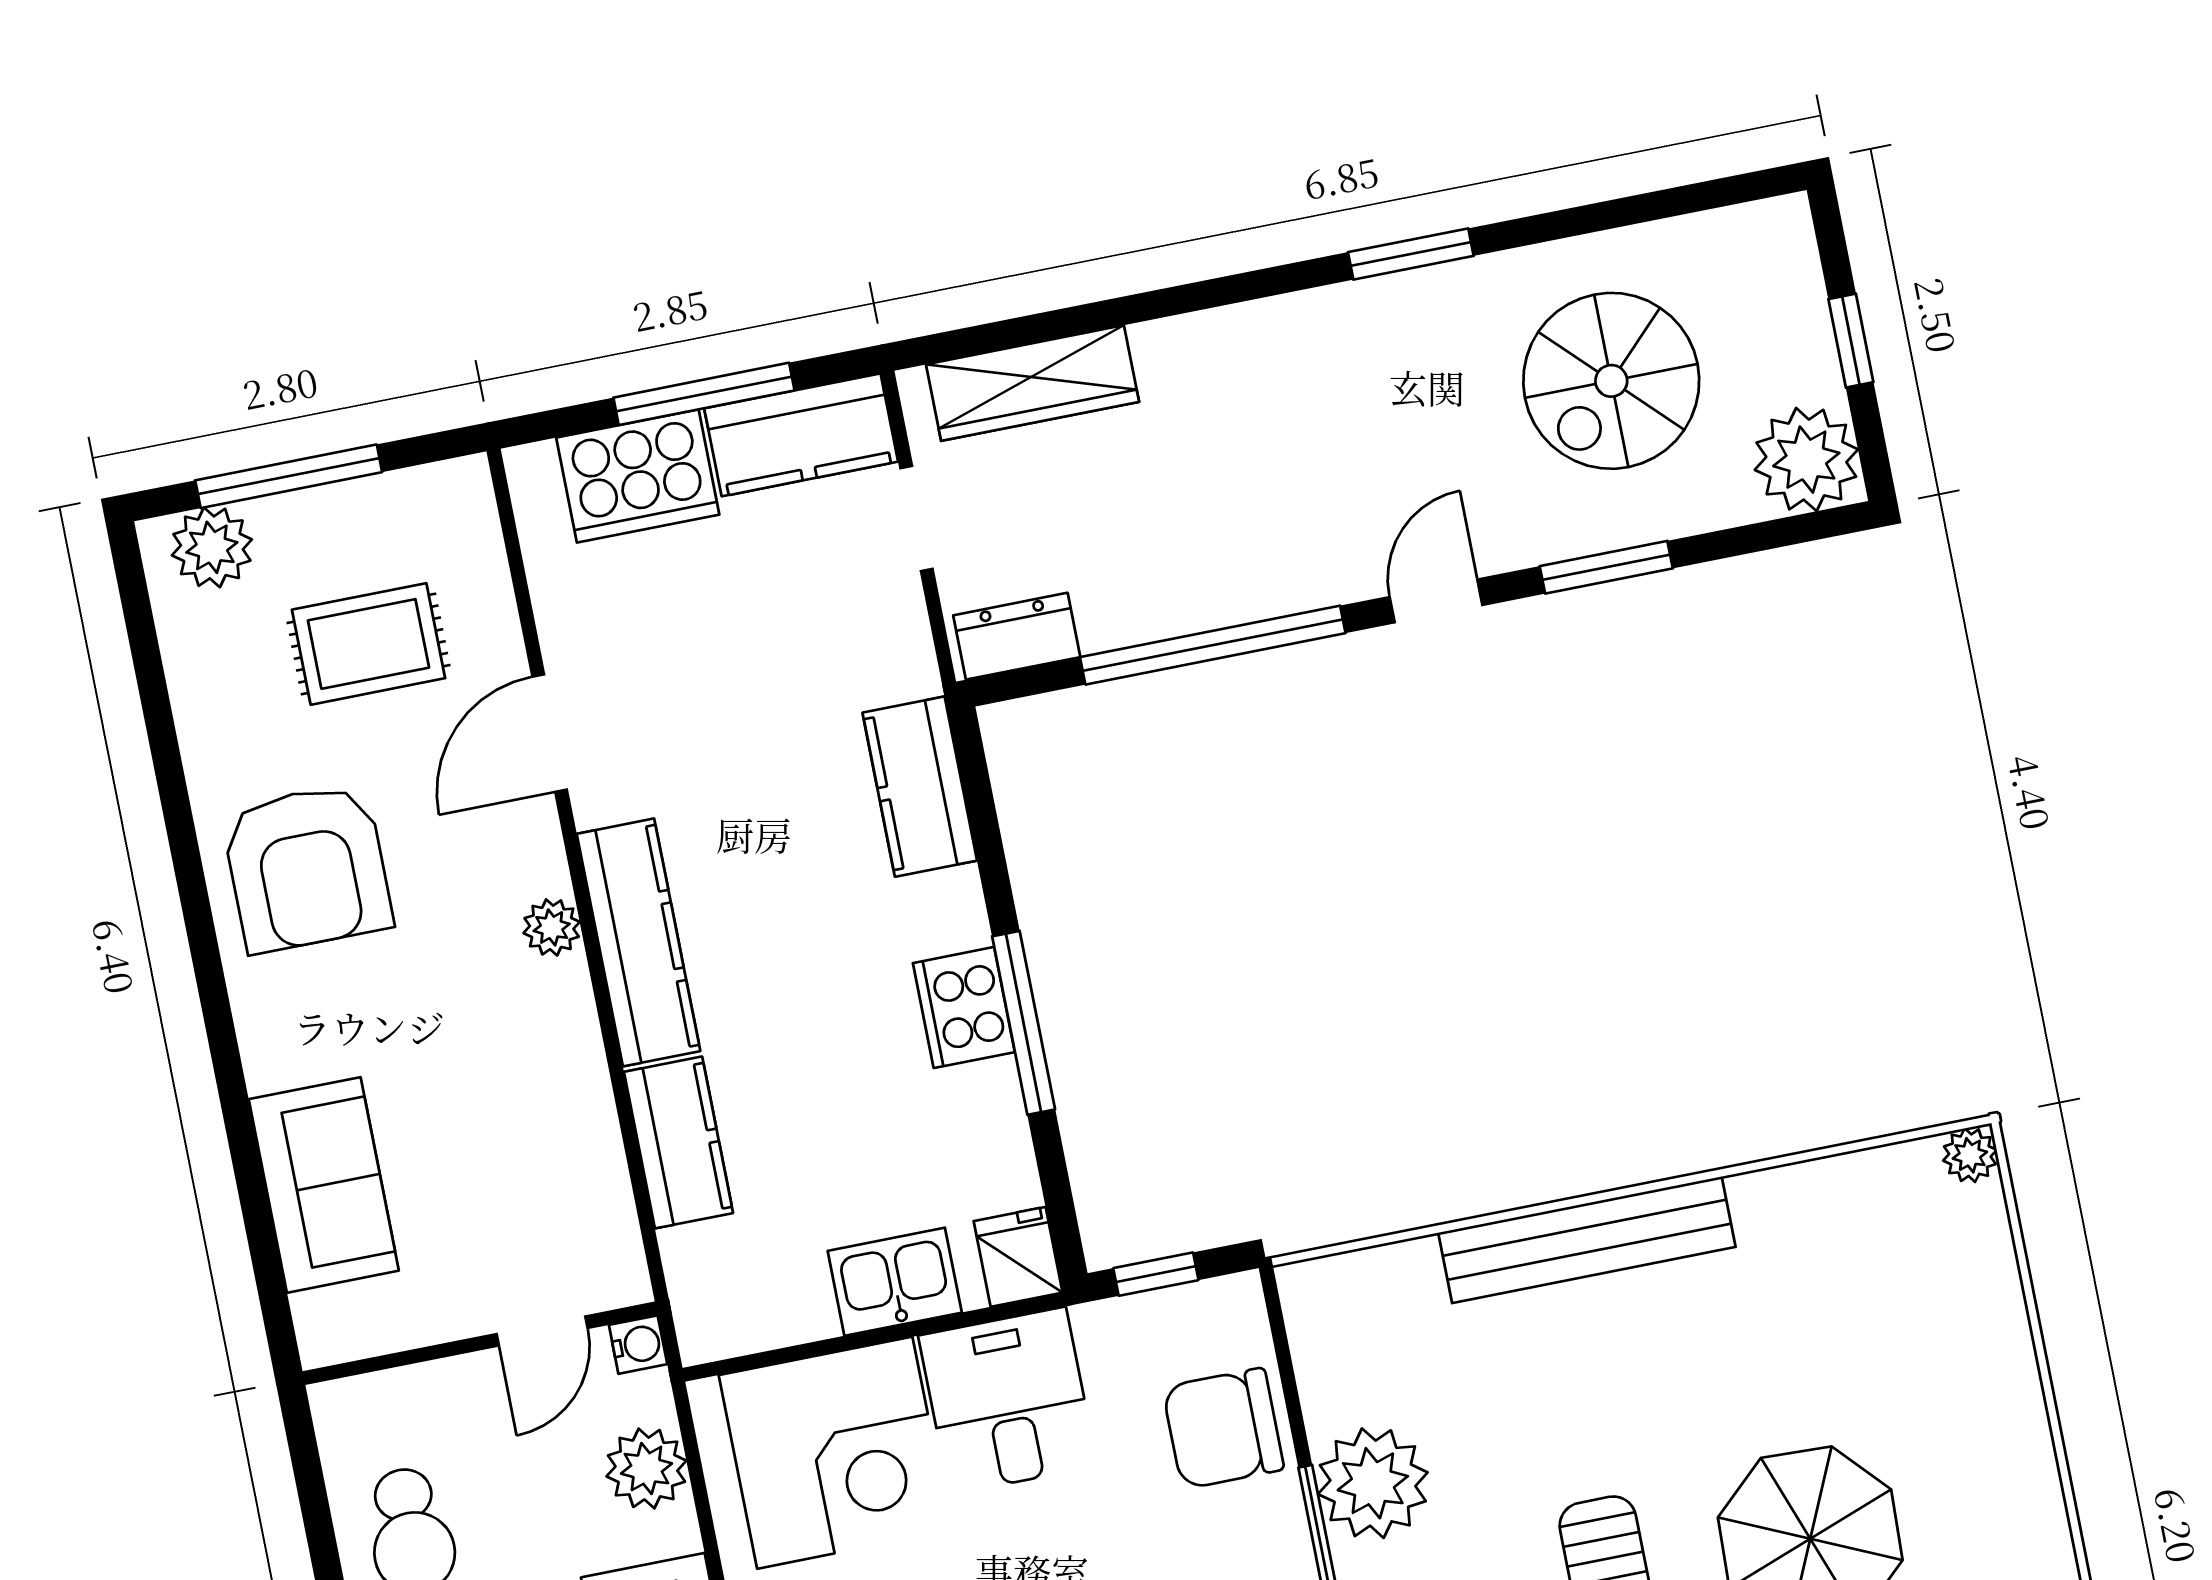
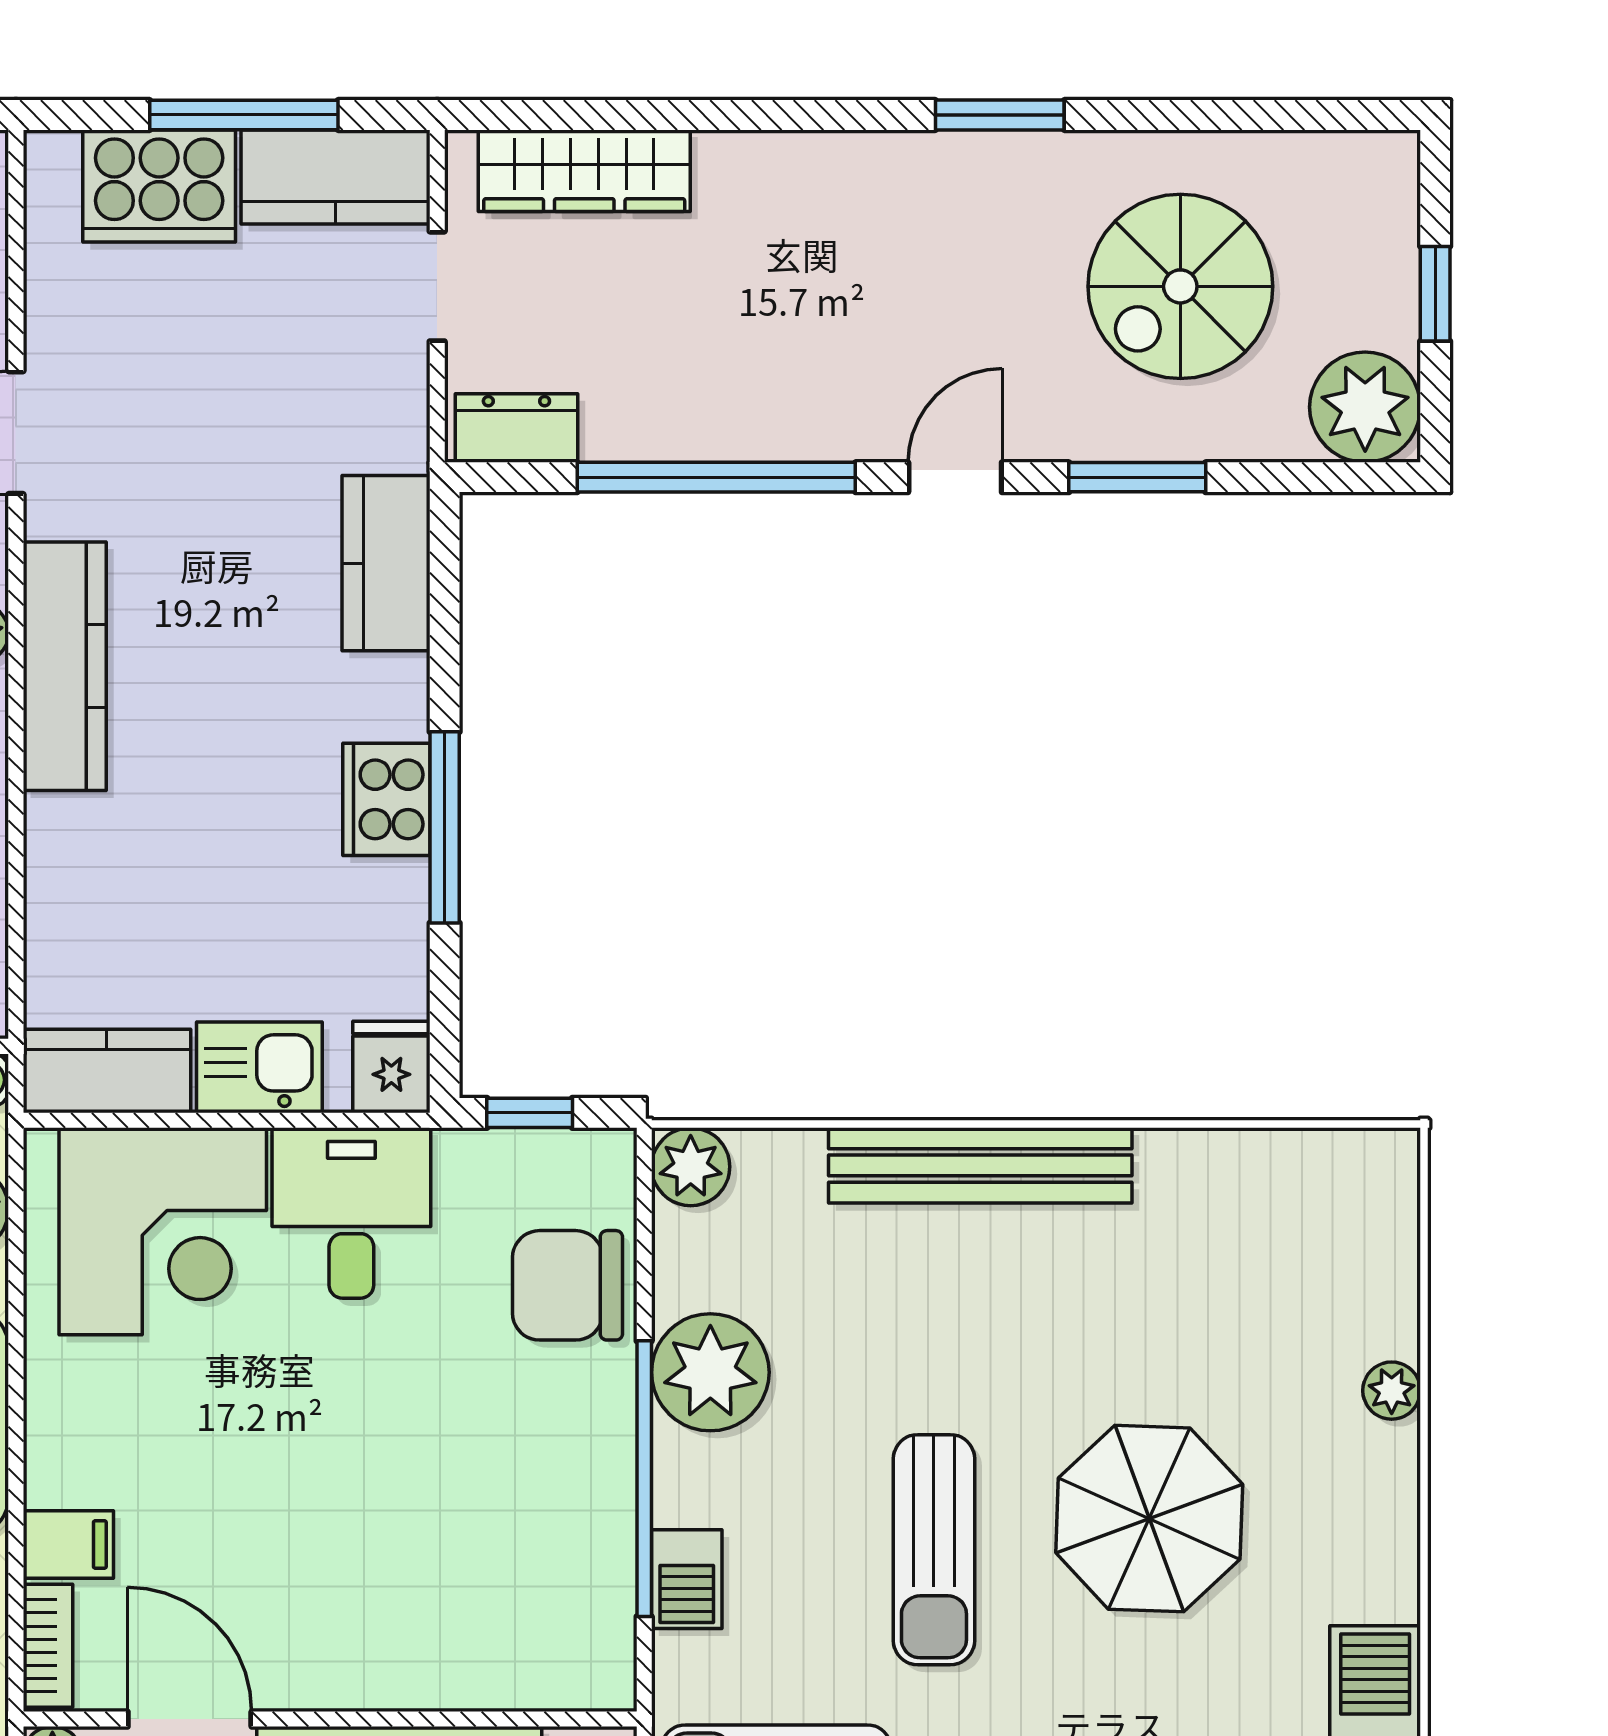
kitchen counter: (678, 1142) -> (107, 1071), moved, turned -90
plant: (1970, 1155) -> (1392, 1391), moved
plant: (1316, 1295) -> (691, 1167), added

